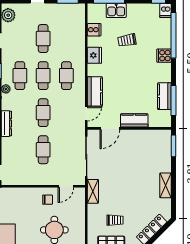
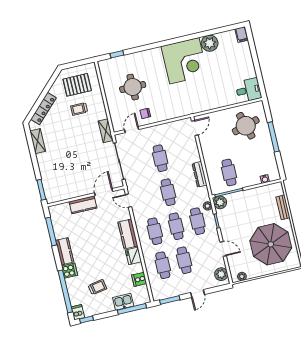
cafe table: (66, 39) -> (163, 265), added
trolley: (127, 40) -> (97, 287), moved
kitchen counter: (95, 91) -> (128, 234), moved
kitchen counter: (164, 96) -> (65, 251), moved
door: (86, 114) -> (128, 201), hinge flipped
shelving: (166, 185) -> (38, 141), moved

